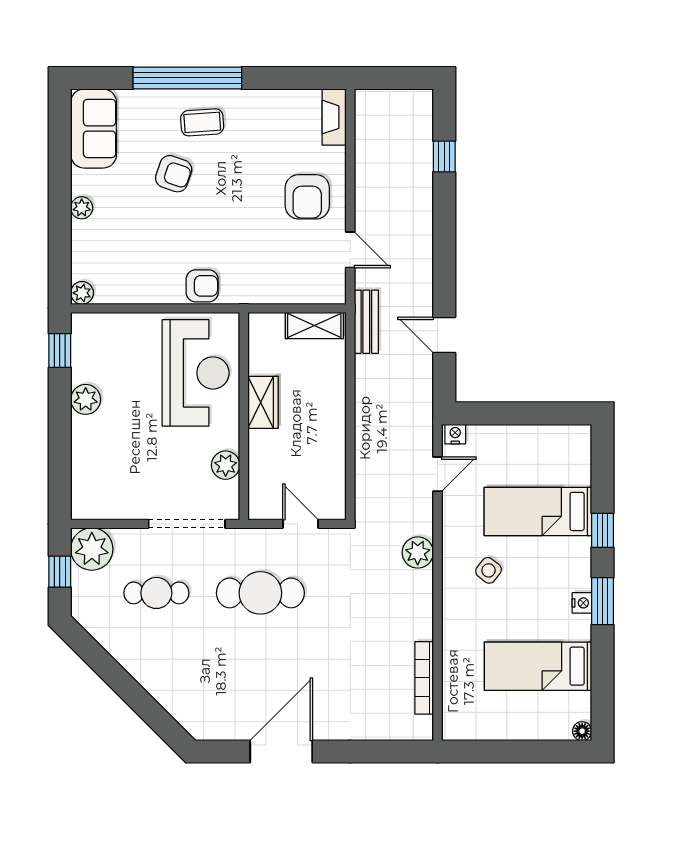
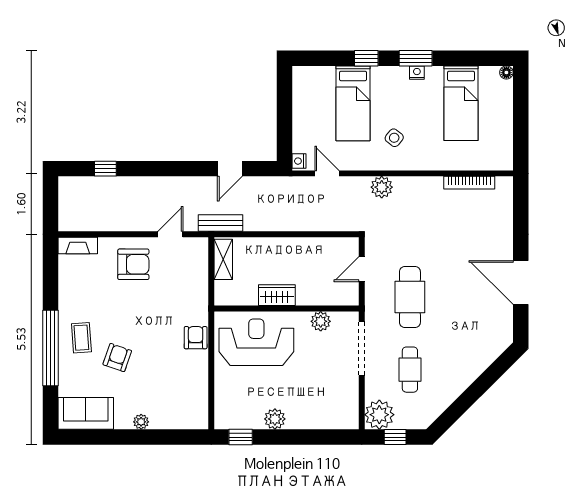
plant: (82, 293) -> (200, 422), removed

